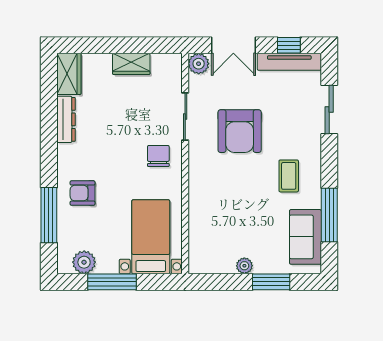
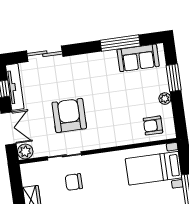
armchair: (240, 131) -> (69, 115), turned -90
chair: (158, 156) -> (74, 182), moved
coffee table: (289, 176) -> (96, 76), removed
armchair: (210, 244) -> (153, 126), added

